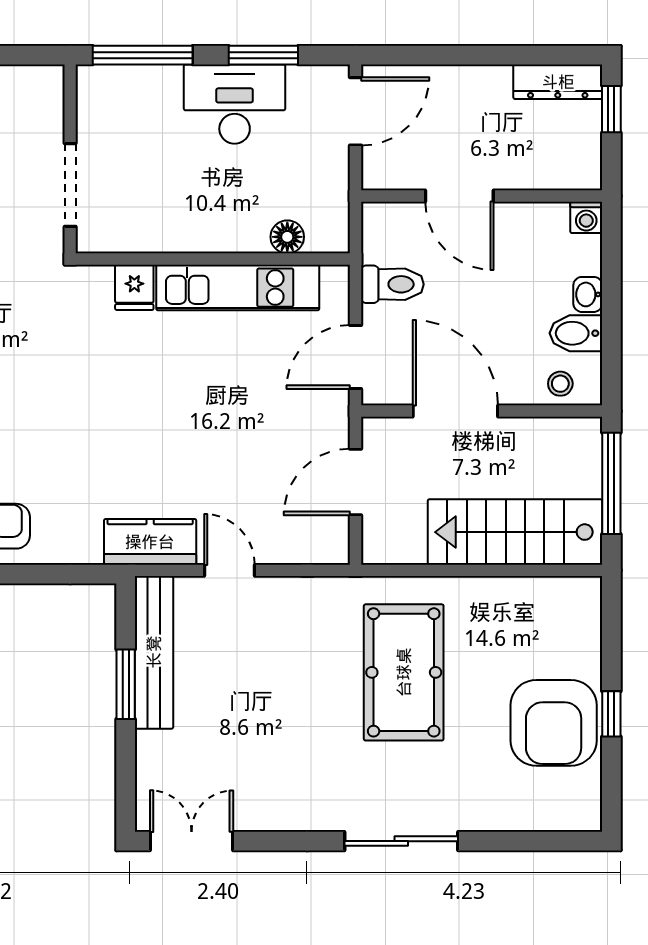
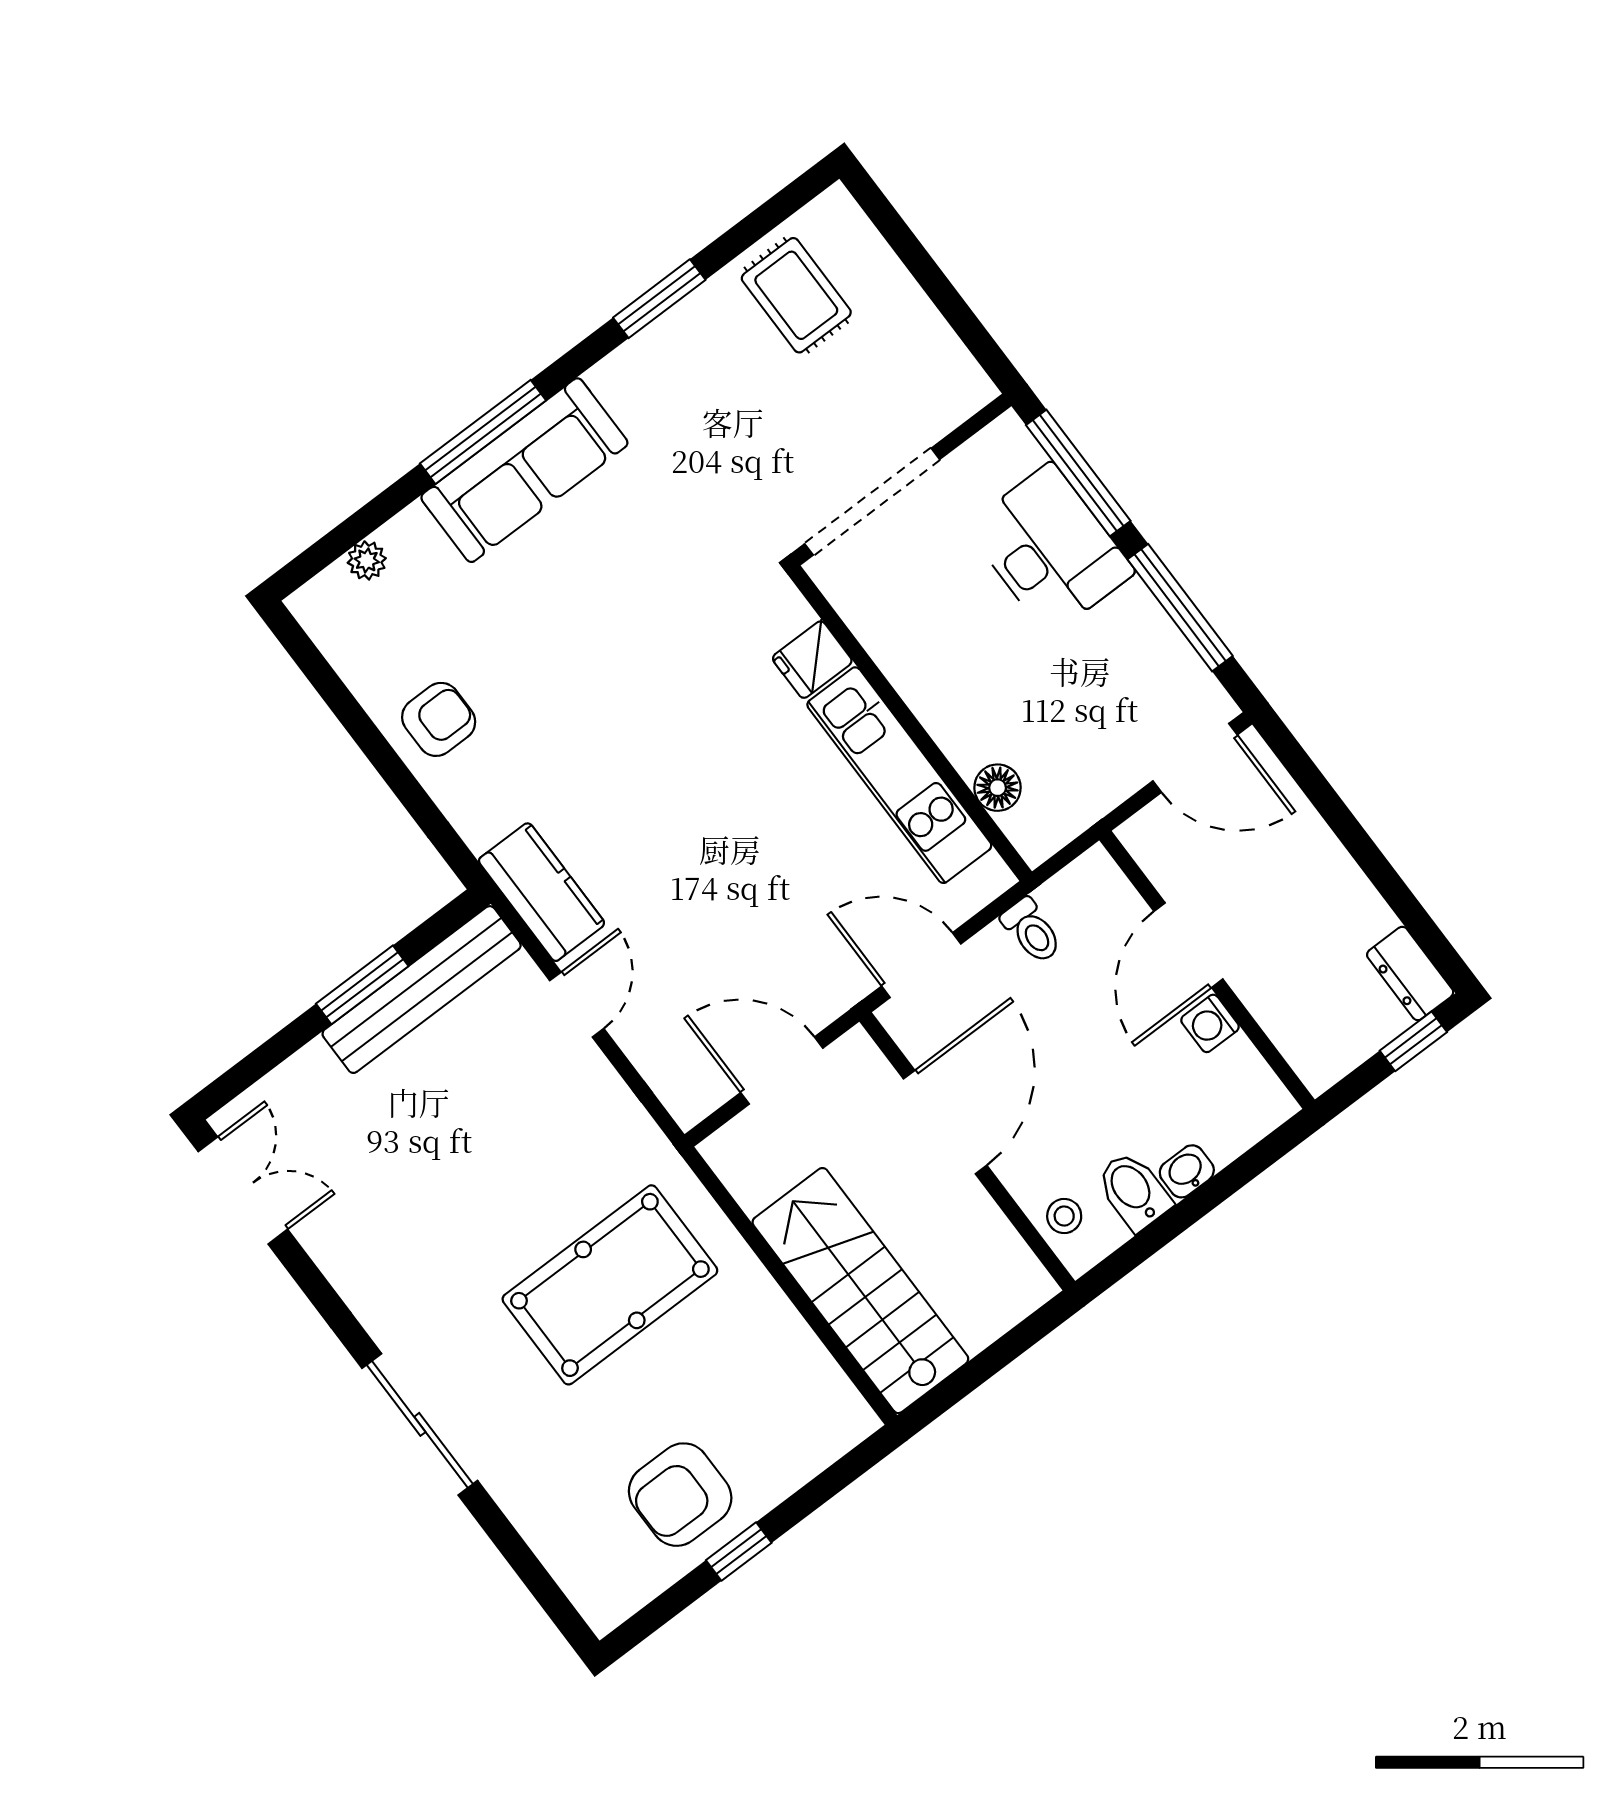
window: (263, 55) -> (1180, 608), width x1.44
dresser: (558, 82) -> (1410, 973), width x0.70
desk: (235, 104) -> (1050, 549), moved
doorway: (70, 185) -> (872, 502), width x1.36
washing machine: (586, 217) -> (1210, 1023), moved
toilet: (392, 284) -> (1032, 931), width x0.73, depth x0.72
window: (611, 483) -> (996, 1357), removed
armchair: (554, 723) -> (680, 1495), width x0.73, depth x0.73

